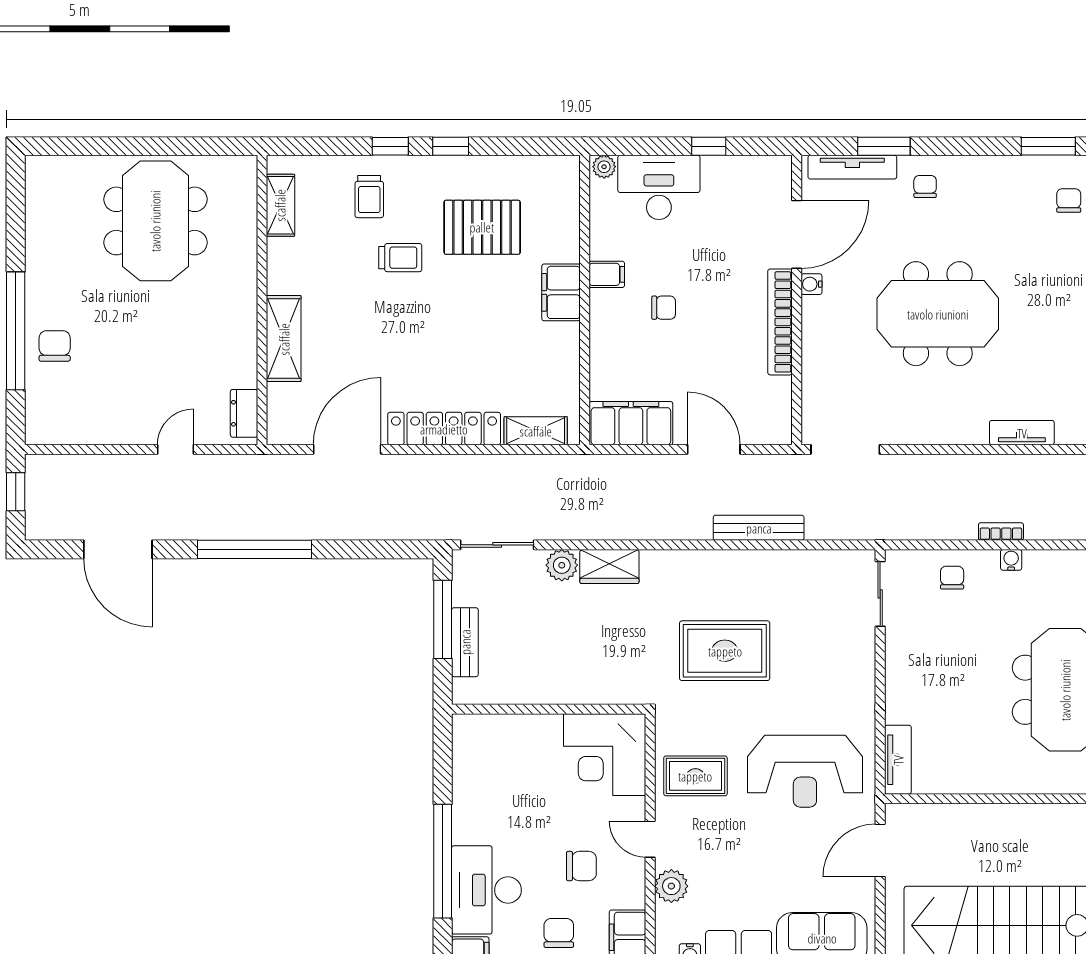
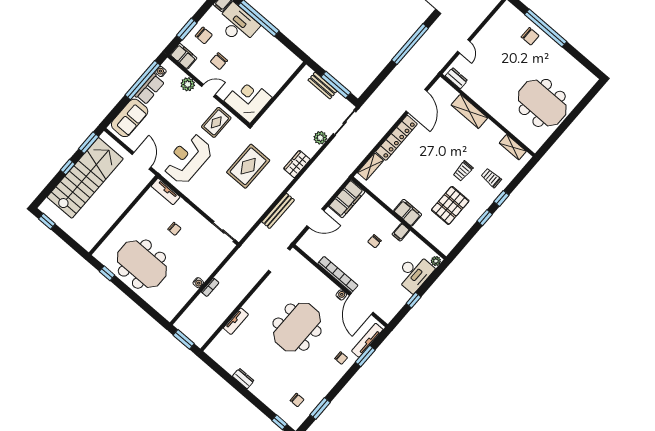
wardrobe: (609, 567) -> (297, 164), moved
chair: (952, 578) -> (174, 229), moved

